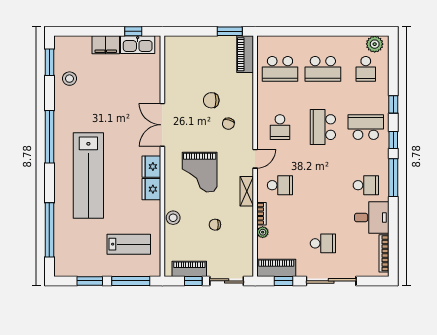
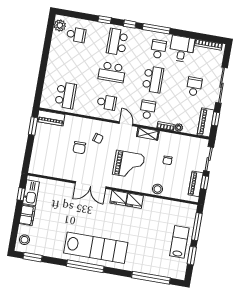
school desk: (323, 69) -> (153, 79), moved
stool: (69, 79) -> (24, 240), moved
lab bench: (88, 176) -> (96, 248), moved
lab bench: (129, 244) -> (179, 242), moved

